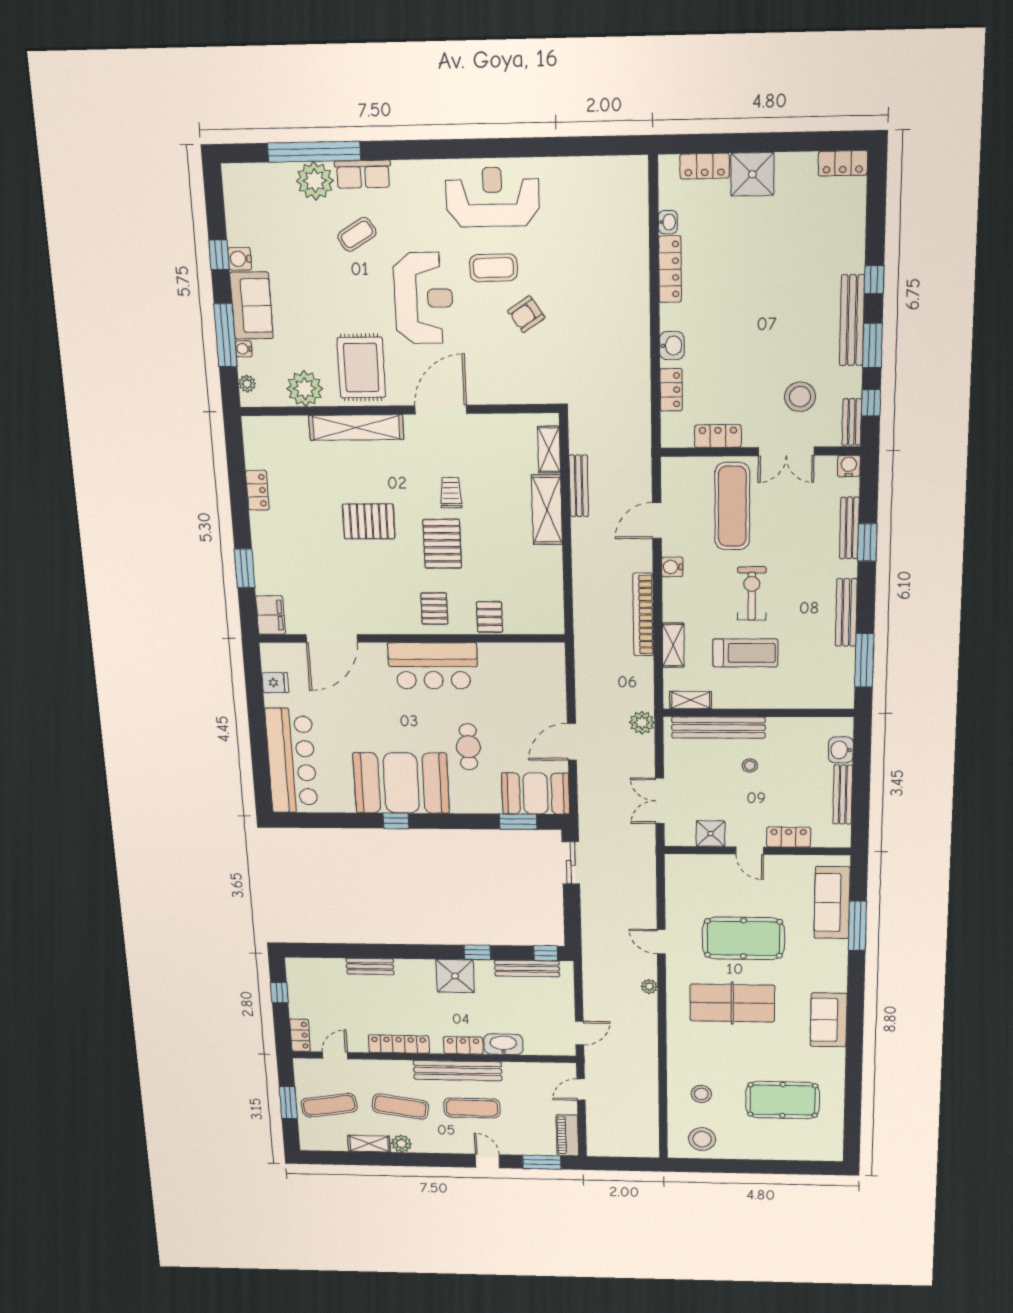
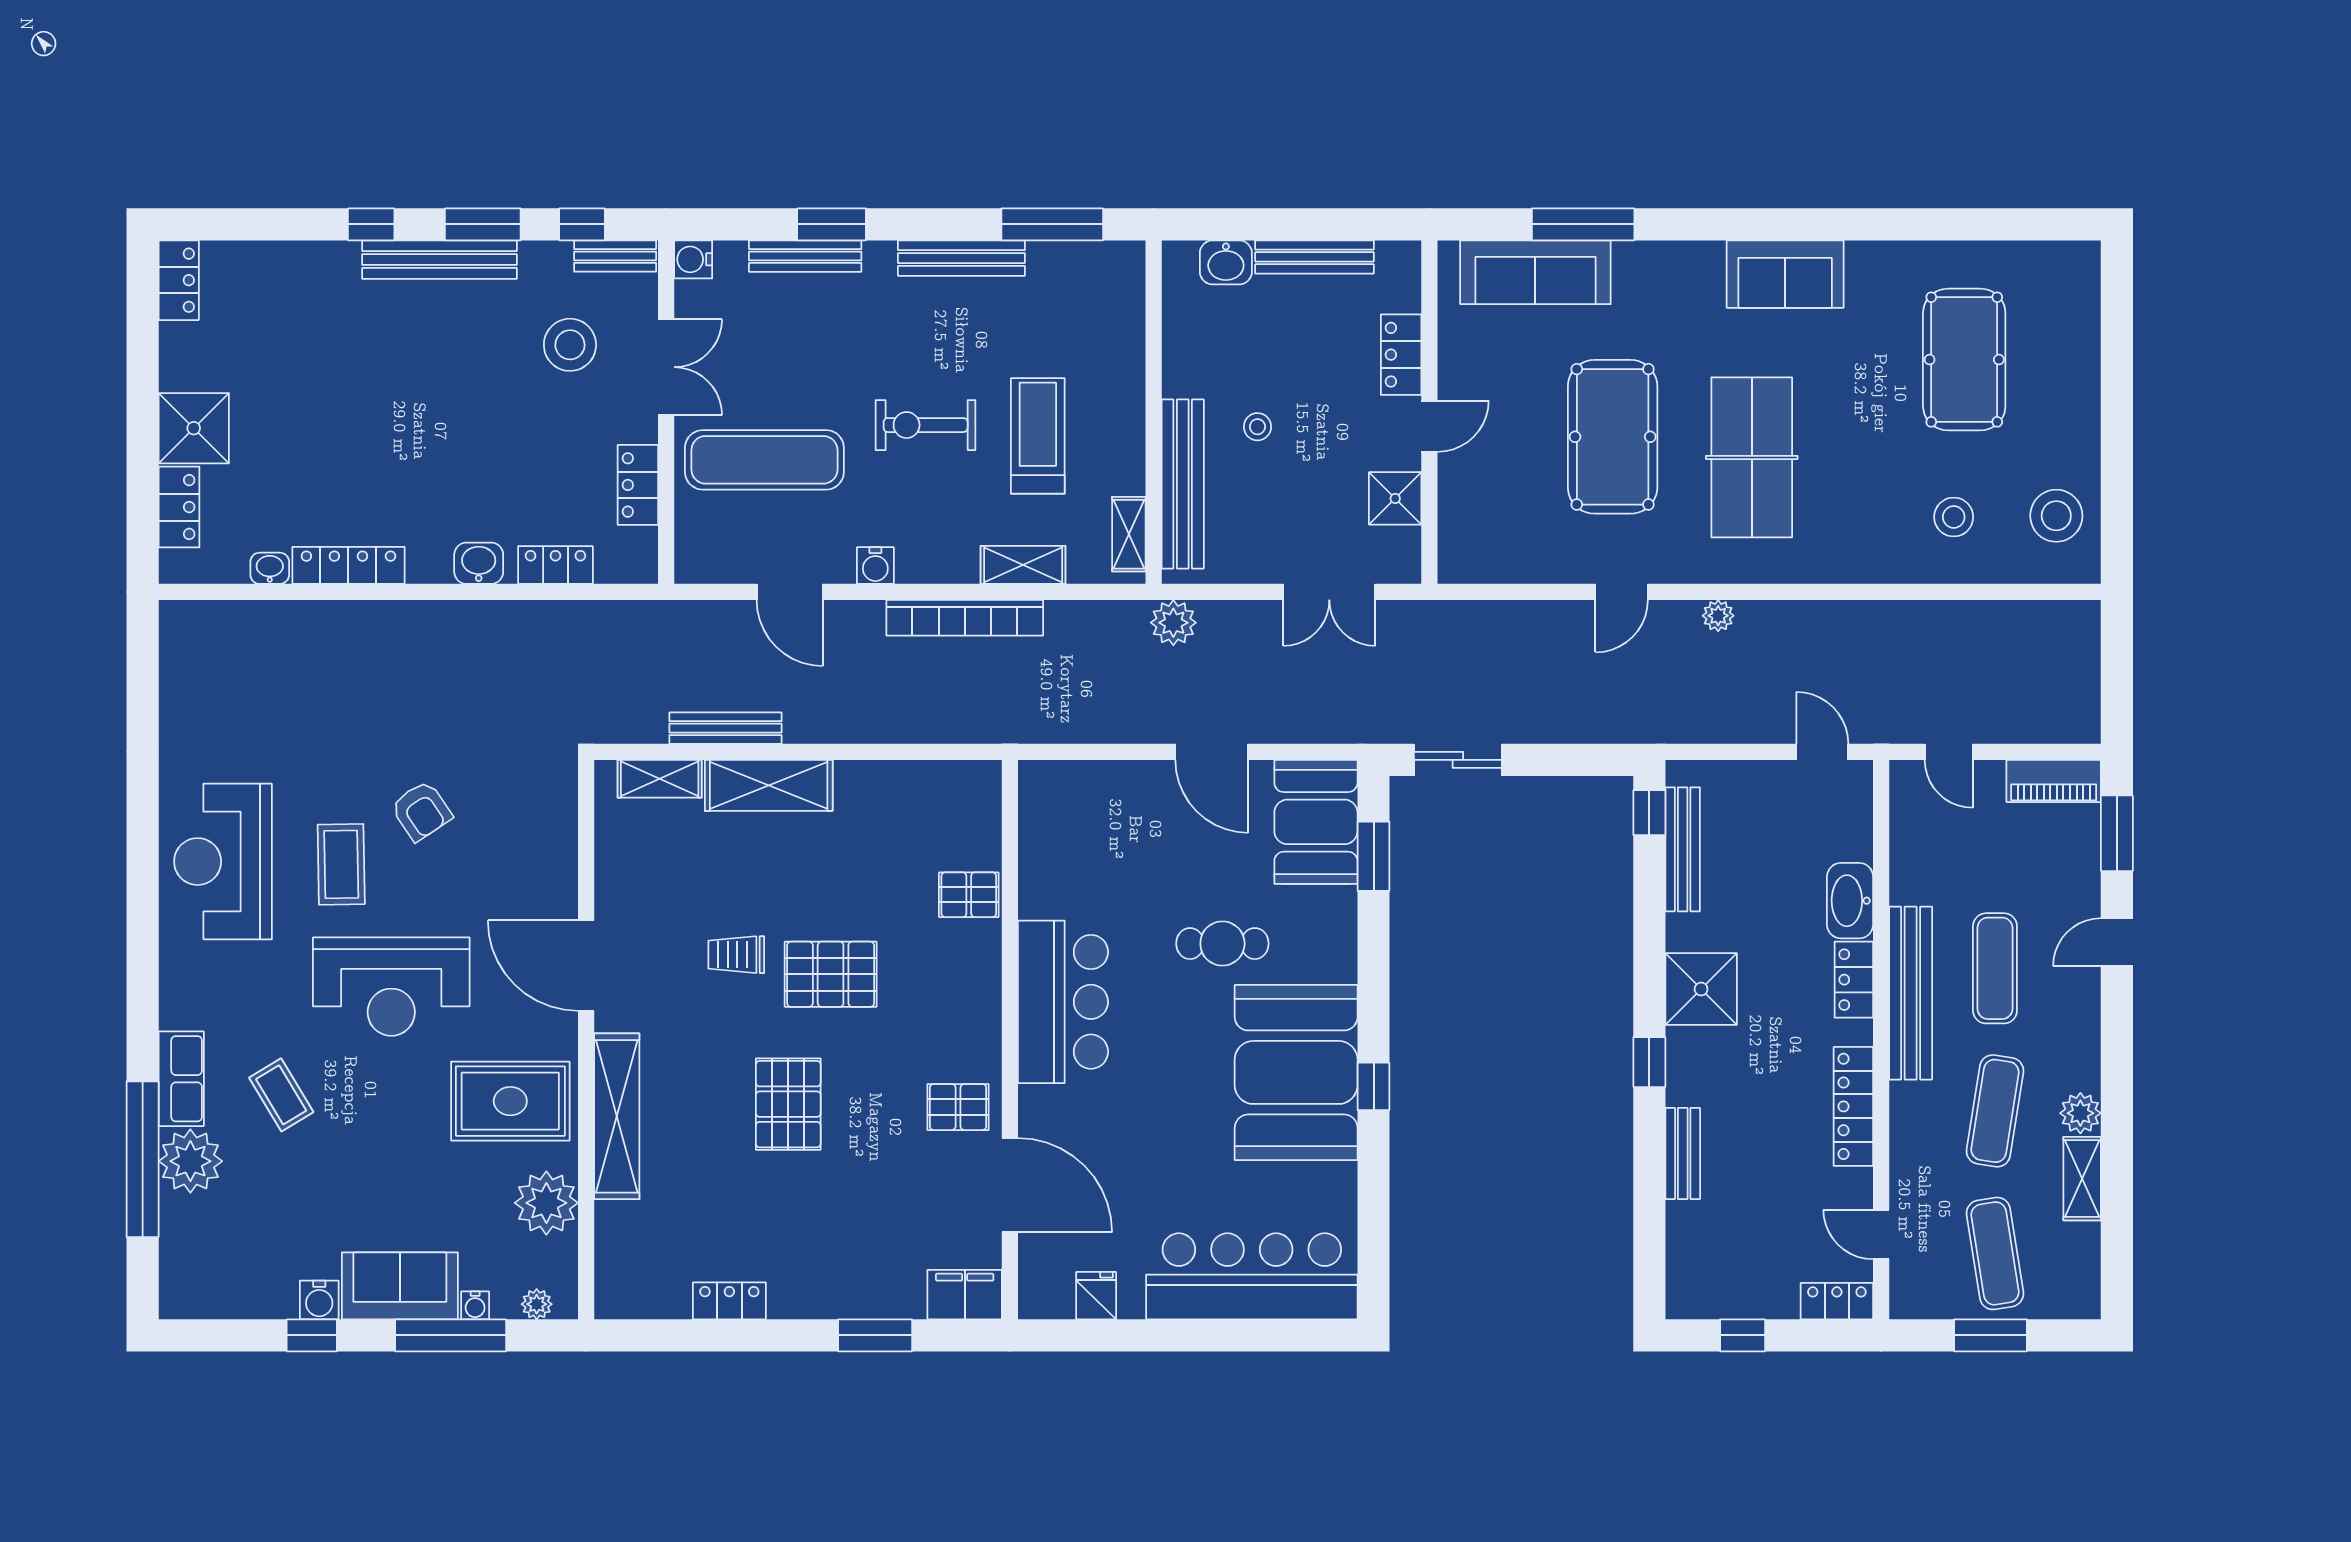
reception desk: (423, 298) -> (391, 987), turned 180
pallet: (434, 609) -> (958, 1107), moved
window: (477, 952) -> (1649, 1062), moved

